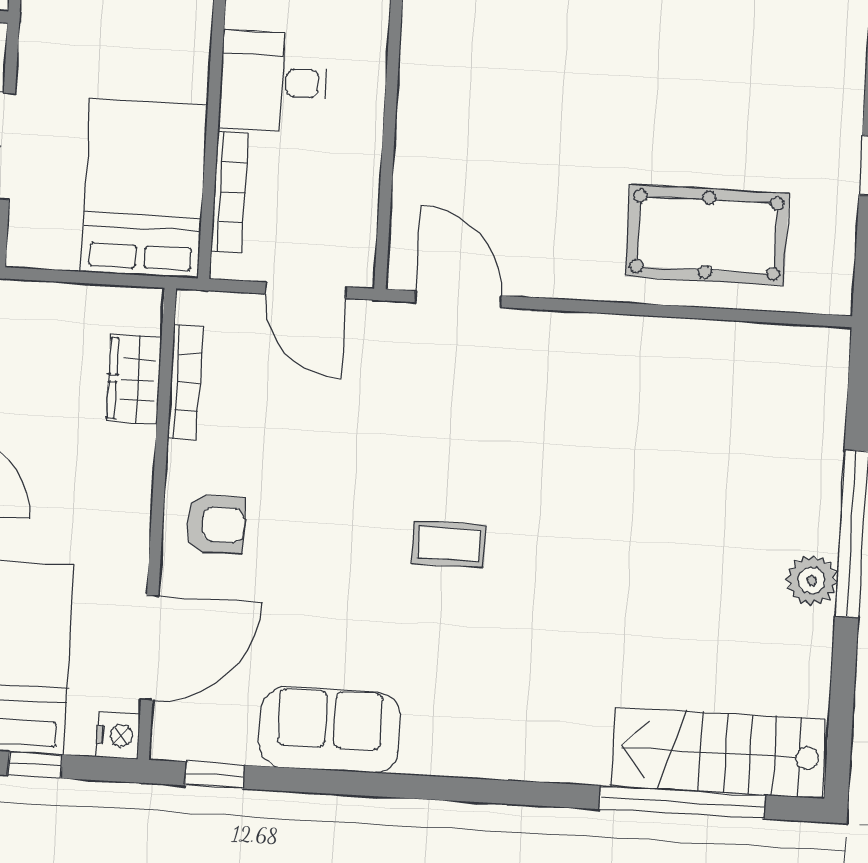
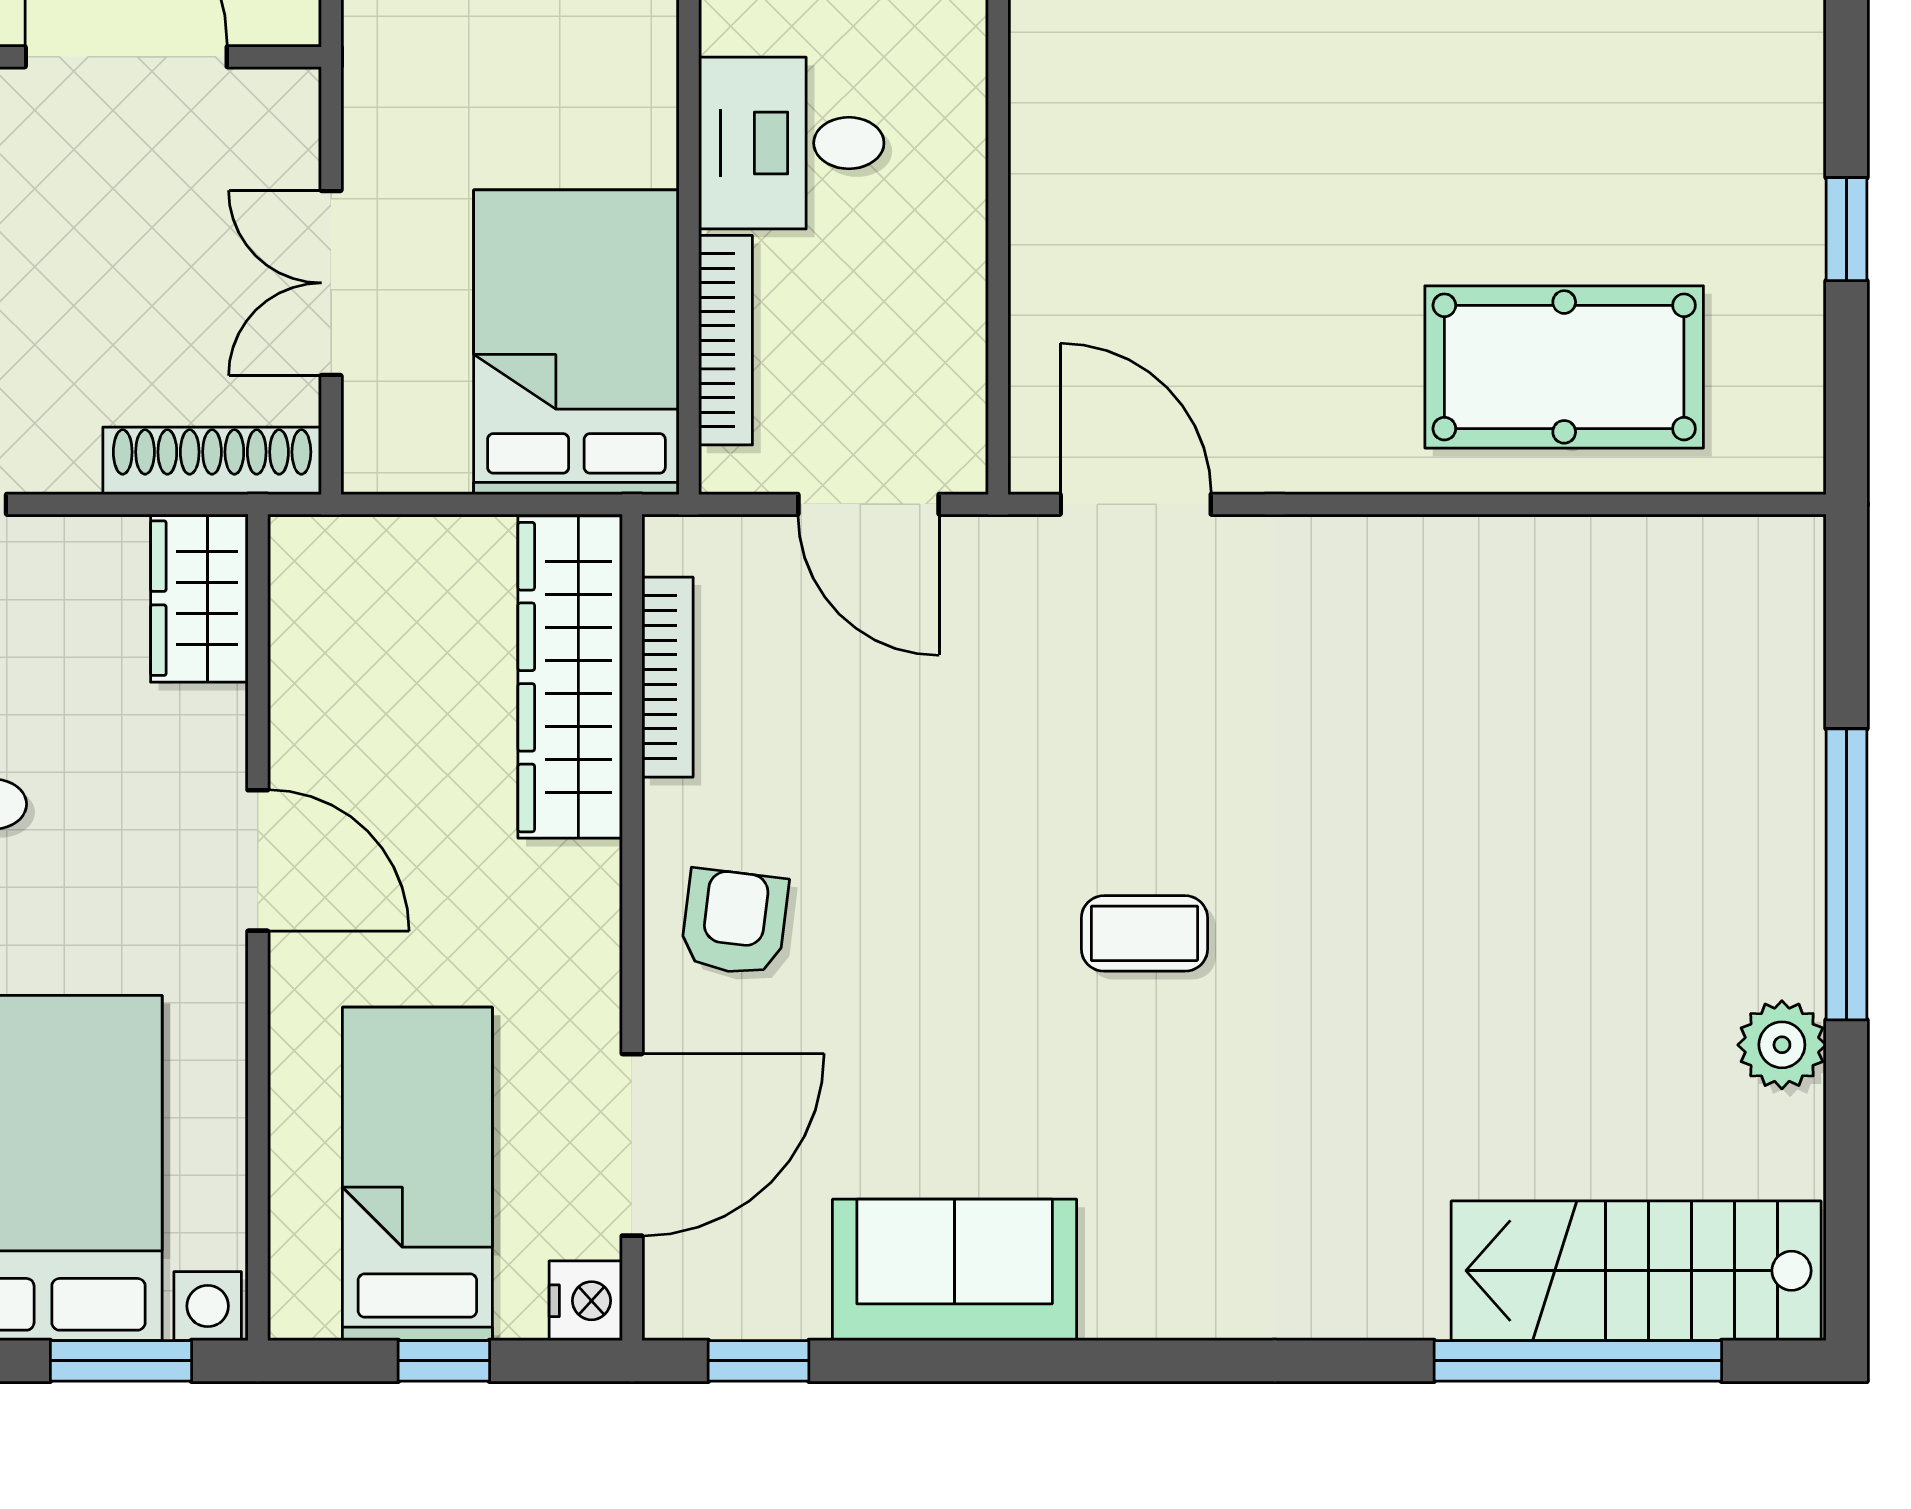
wardrobe: (134, 379) -> (570, 677), width x2.10, depth x1.17
armchair: (215, 524) -> (734, 922), turned -83
plant: (812, 580) -> (1782, 1045), moved

